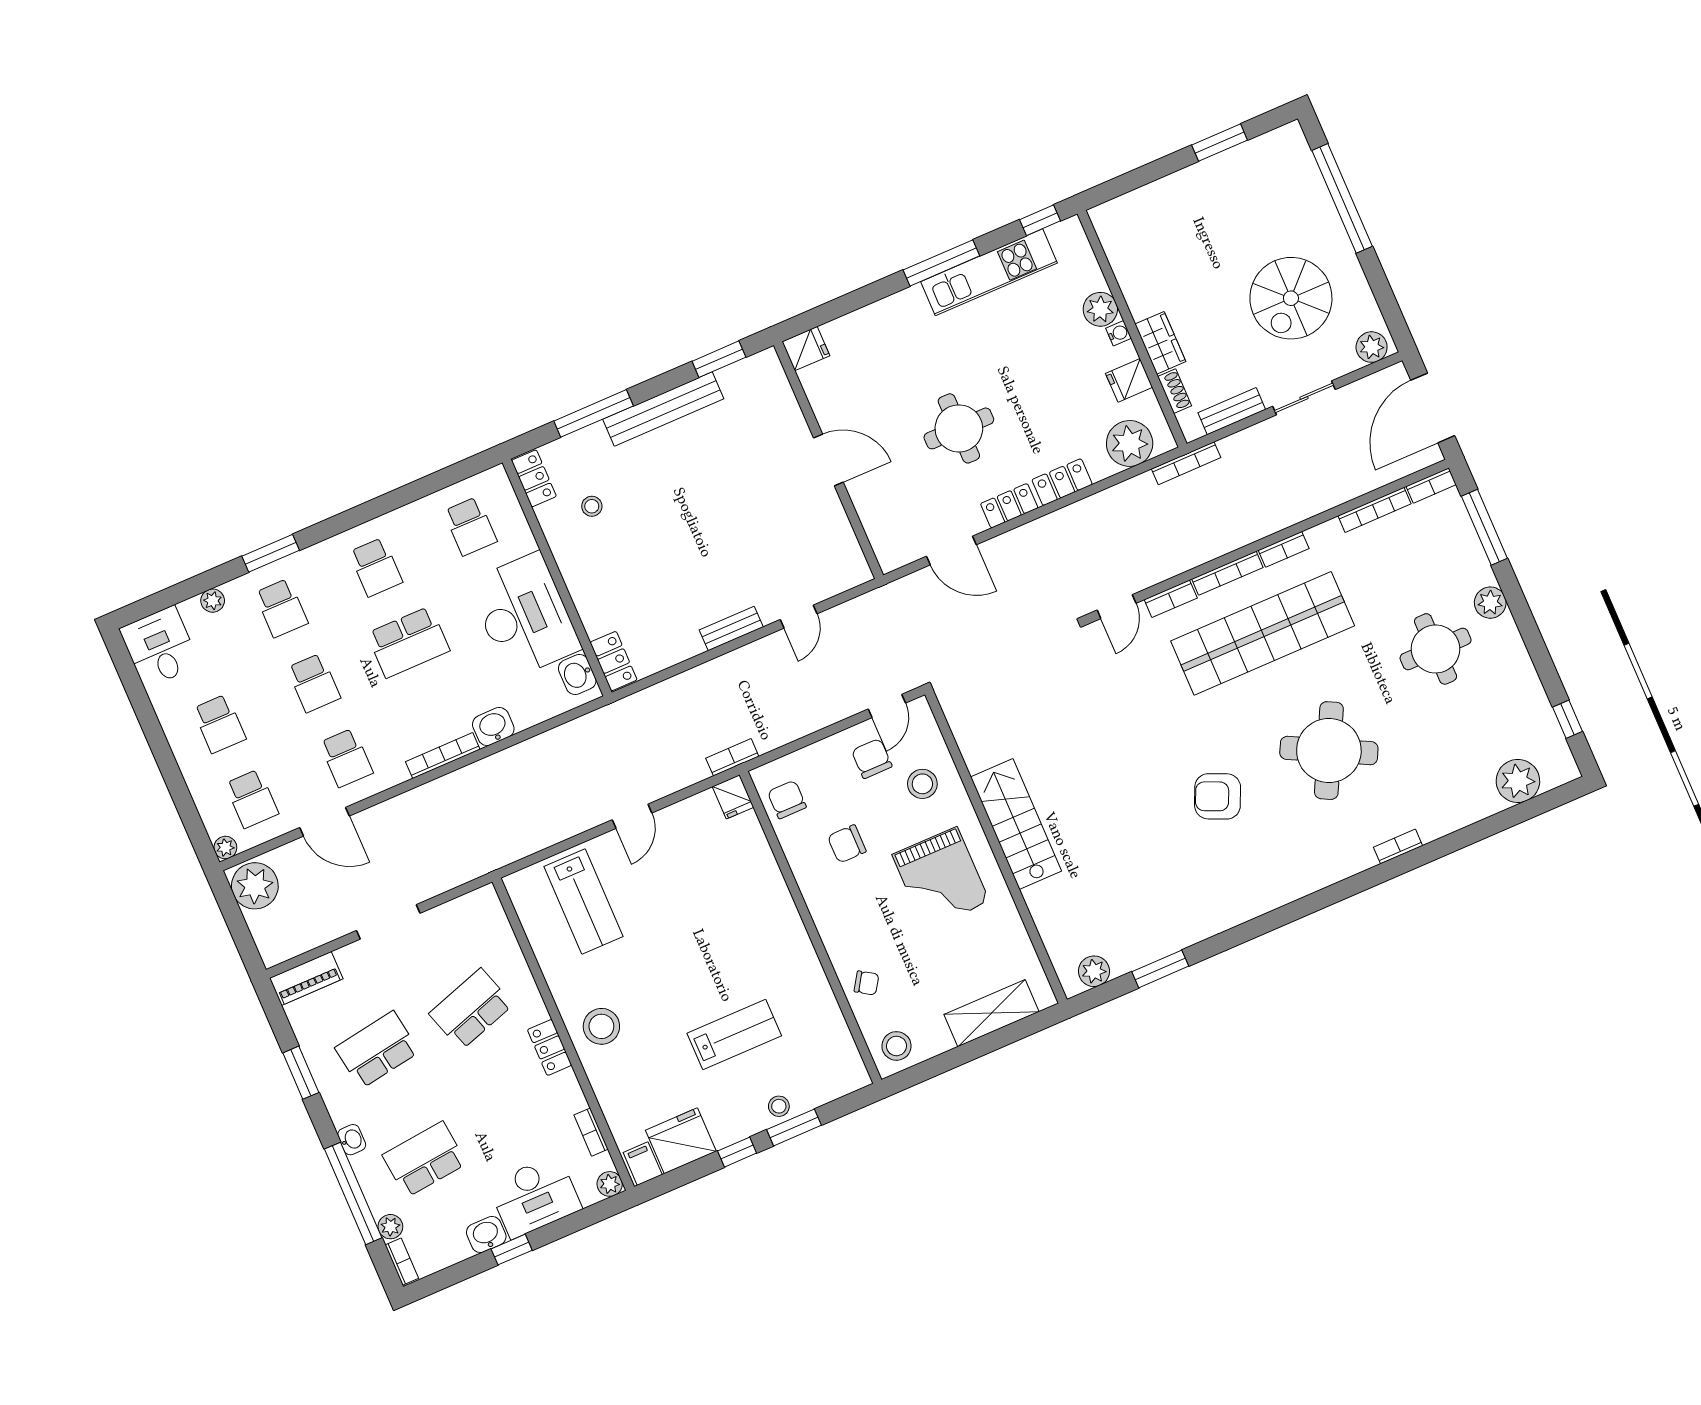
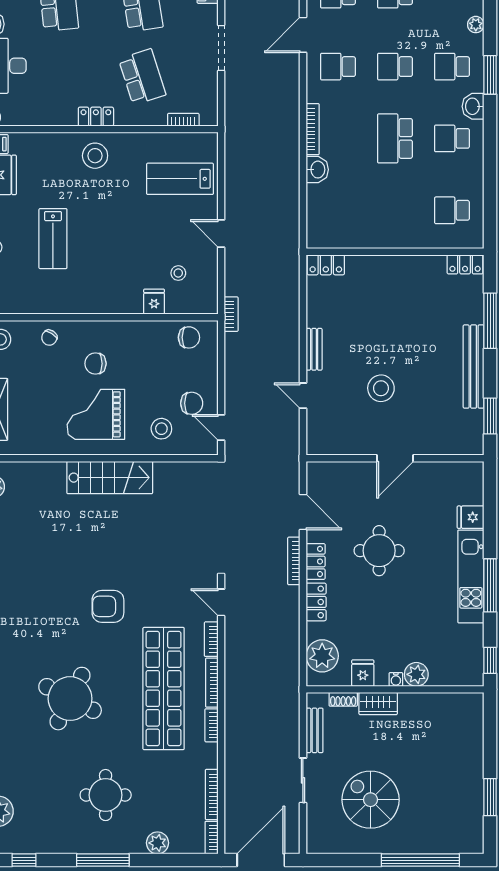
kitchen unit: (989, 272) -> (471, 576), moved
plant: (1372, 347) -> (317, 838), removed
fridge: (806, 349) -> (471, 517), moved, turned 90
door: (1433, 408) -> (261, 860), hinge flipped
bookcase: (1186, 463) -> (294, 561), moved
stool: (592, 506) -> (381, 388), moved, width x1.89, depth x1.89
window: (1484, 527) -> (103, 860), moved
door: (951, 550) -> (303, 512), swing flipped
plant: (1490, 603) -> (157, 843), moved
desk: (524, 615) -> (380, 220), removed
washbasin: (577, 674) -> (473, 106), moved, turned -90
armchair: (1218, 796) -> (108, 606), moved, turned -114
fridge: (733, 797) -> (154, 302), moved, turned 90
chair: (847, 844) -> (95, 364), moved, turned -90
stool: (708, 850) -> (178, 273), added
bookcase: (591, 1132) -> (183, 120), moved

